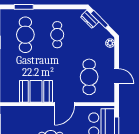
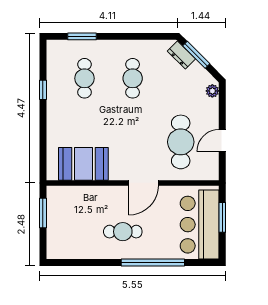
cafe table: (25, 35) -> (84, 78), width x0.73, depth x0.74
door: (117, 76) -> (222, 141), swing flipped
booth: (36, 91) -> (83, 164), moved

